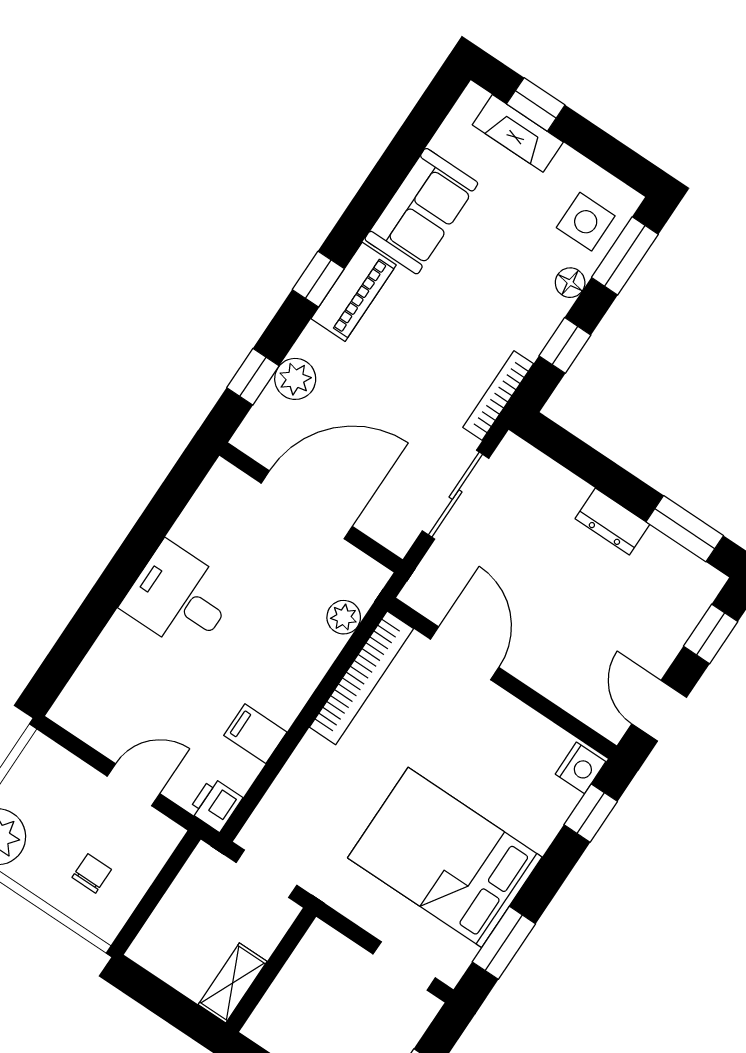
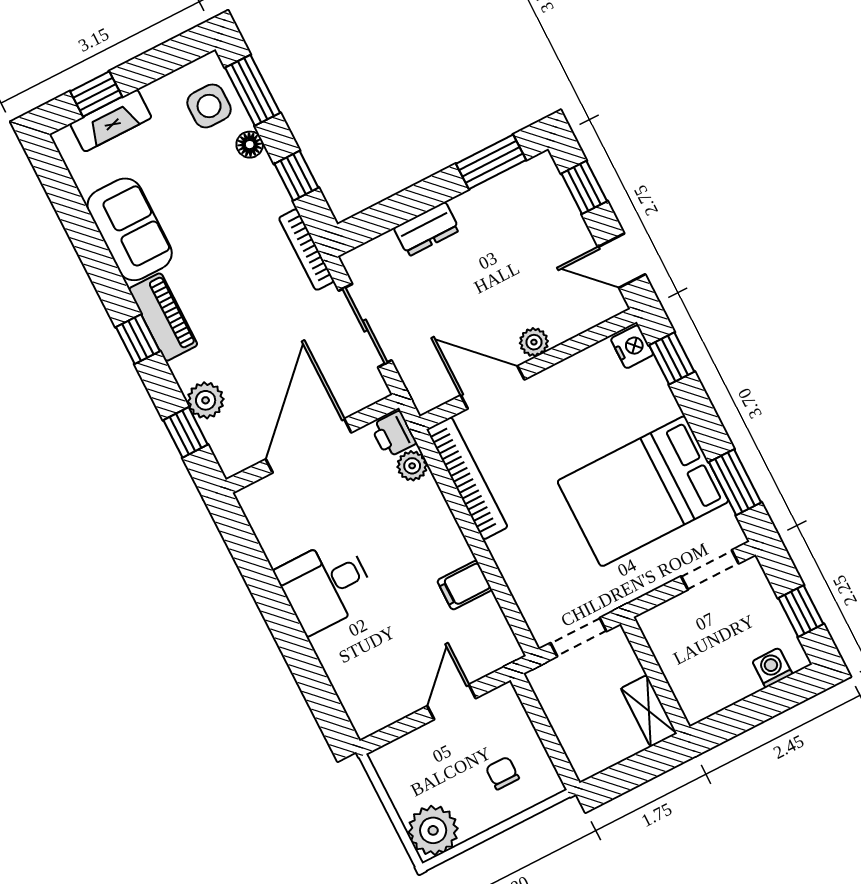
dresser: (612, 522) -> (427, 229), moved
plant: (531, 669) -> (534, 342), added
printer: (215, 805) -> (394, 434), moved

